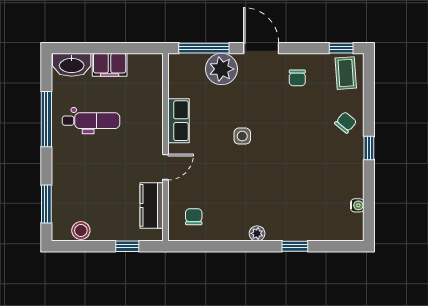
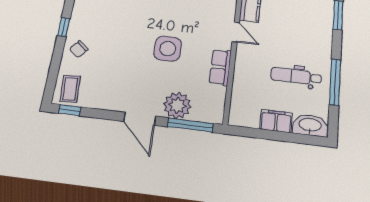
chair: (297, 78) -> (113, 90), removed
side table: (242, 136) -> (168, 49), width x1.87, depth x1.87
door: (165, 167) -> (236, 32), swing flipped

